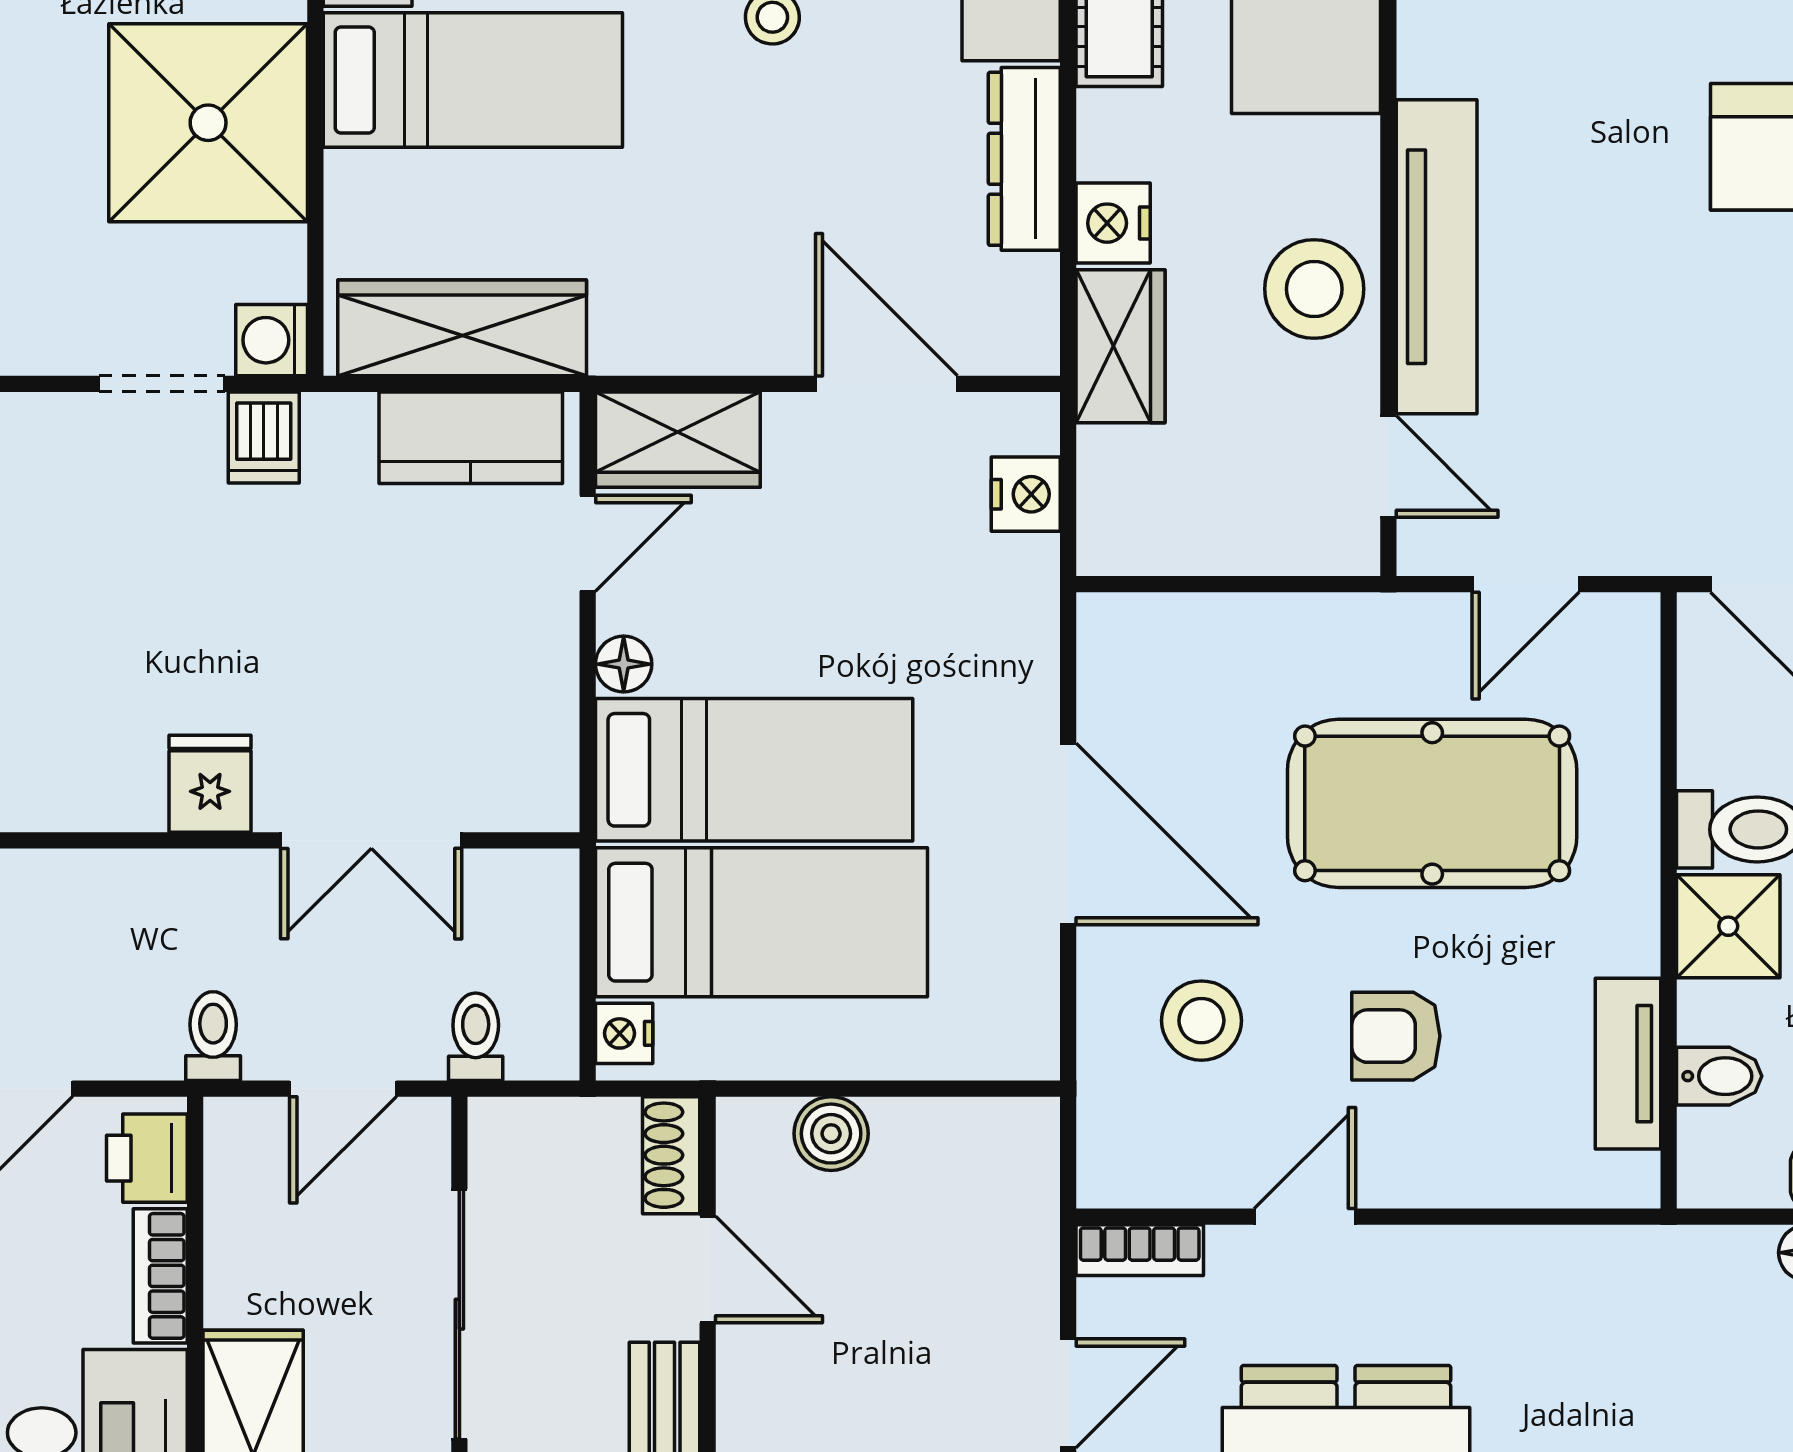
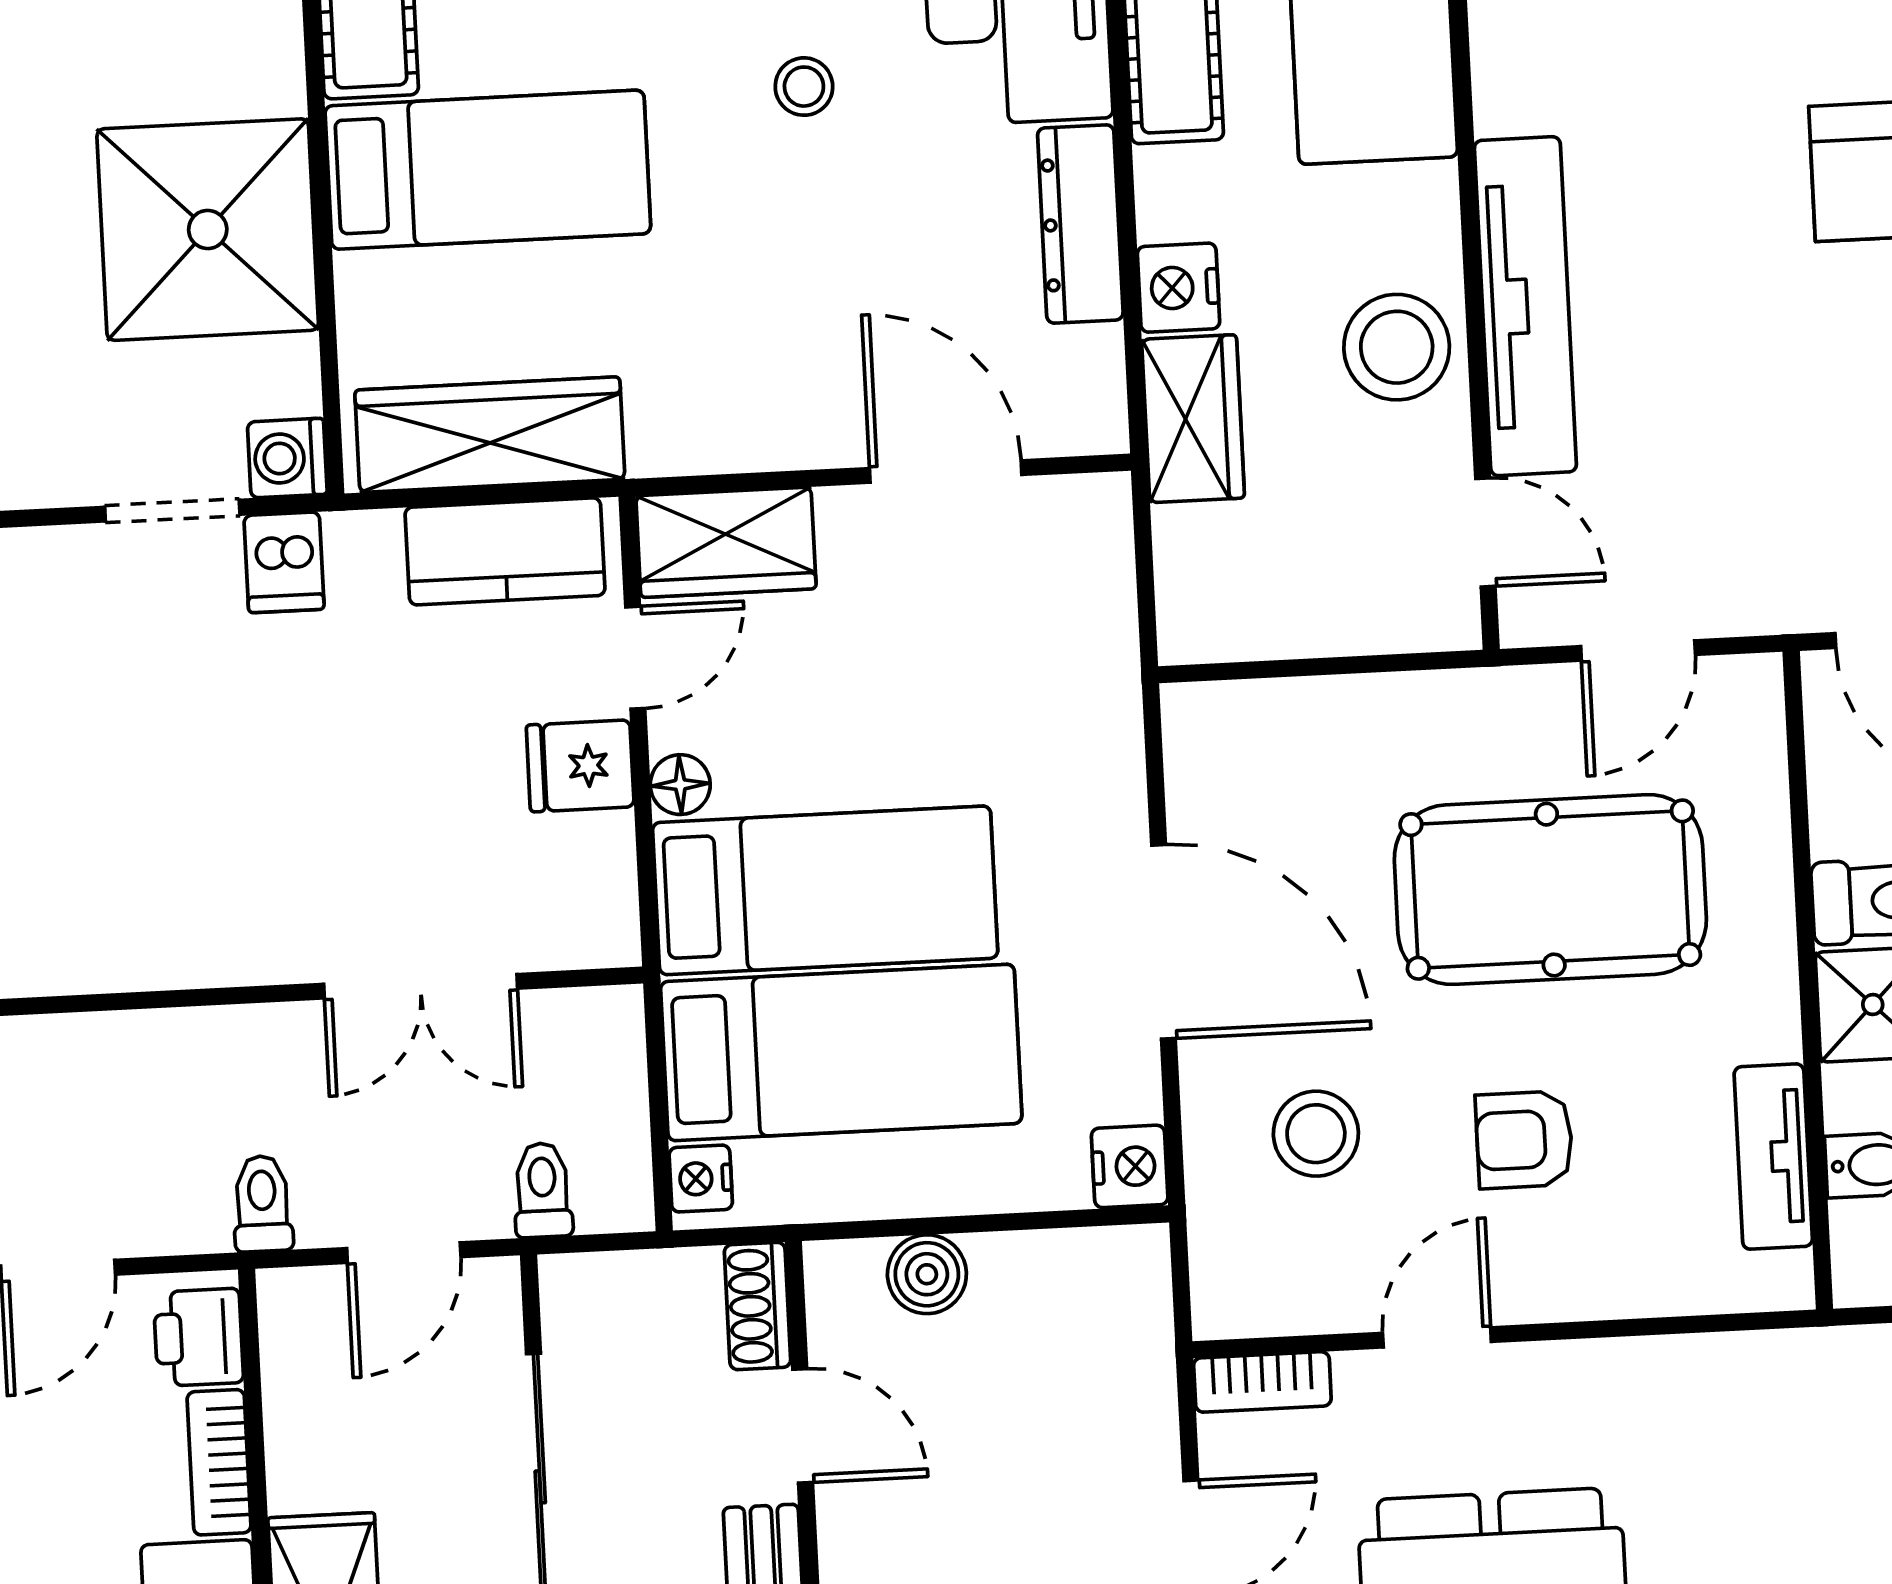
nightstand: (1026, 494) -> (1130, 1166), moved
fridge: (210, 784) -> (580, 766), moved, turned -90

